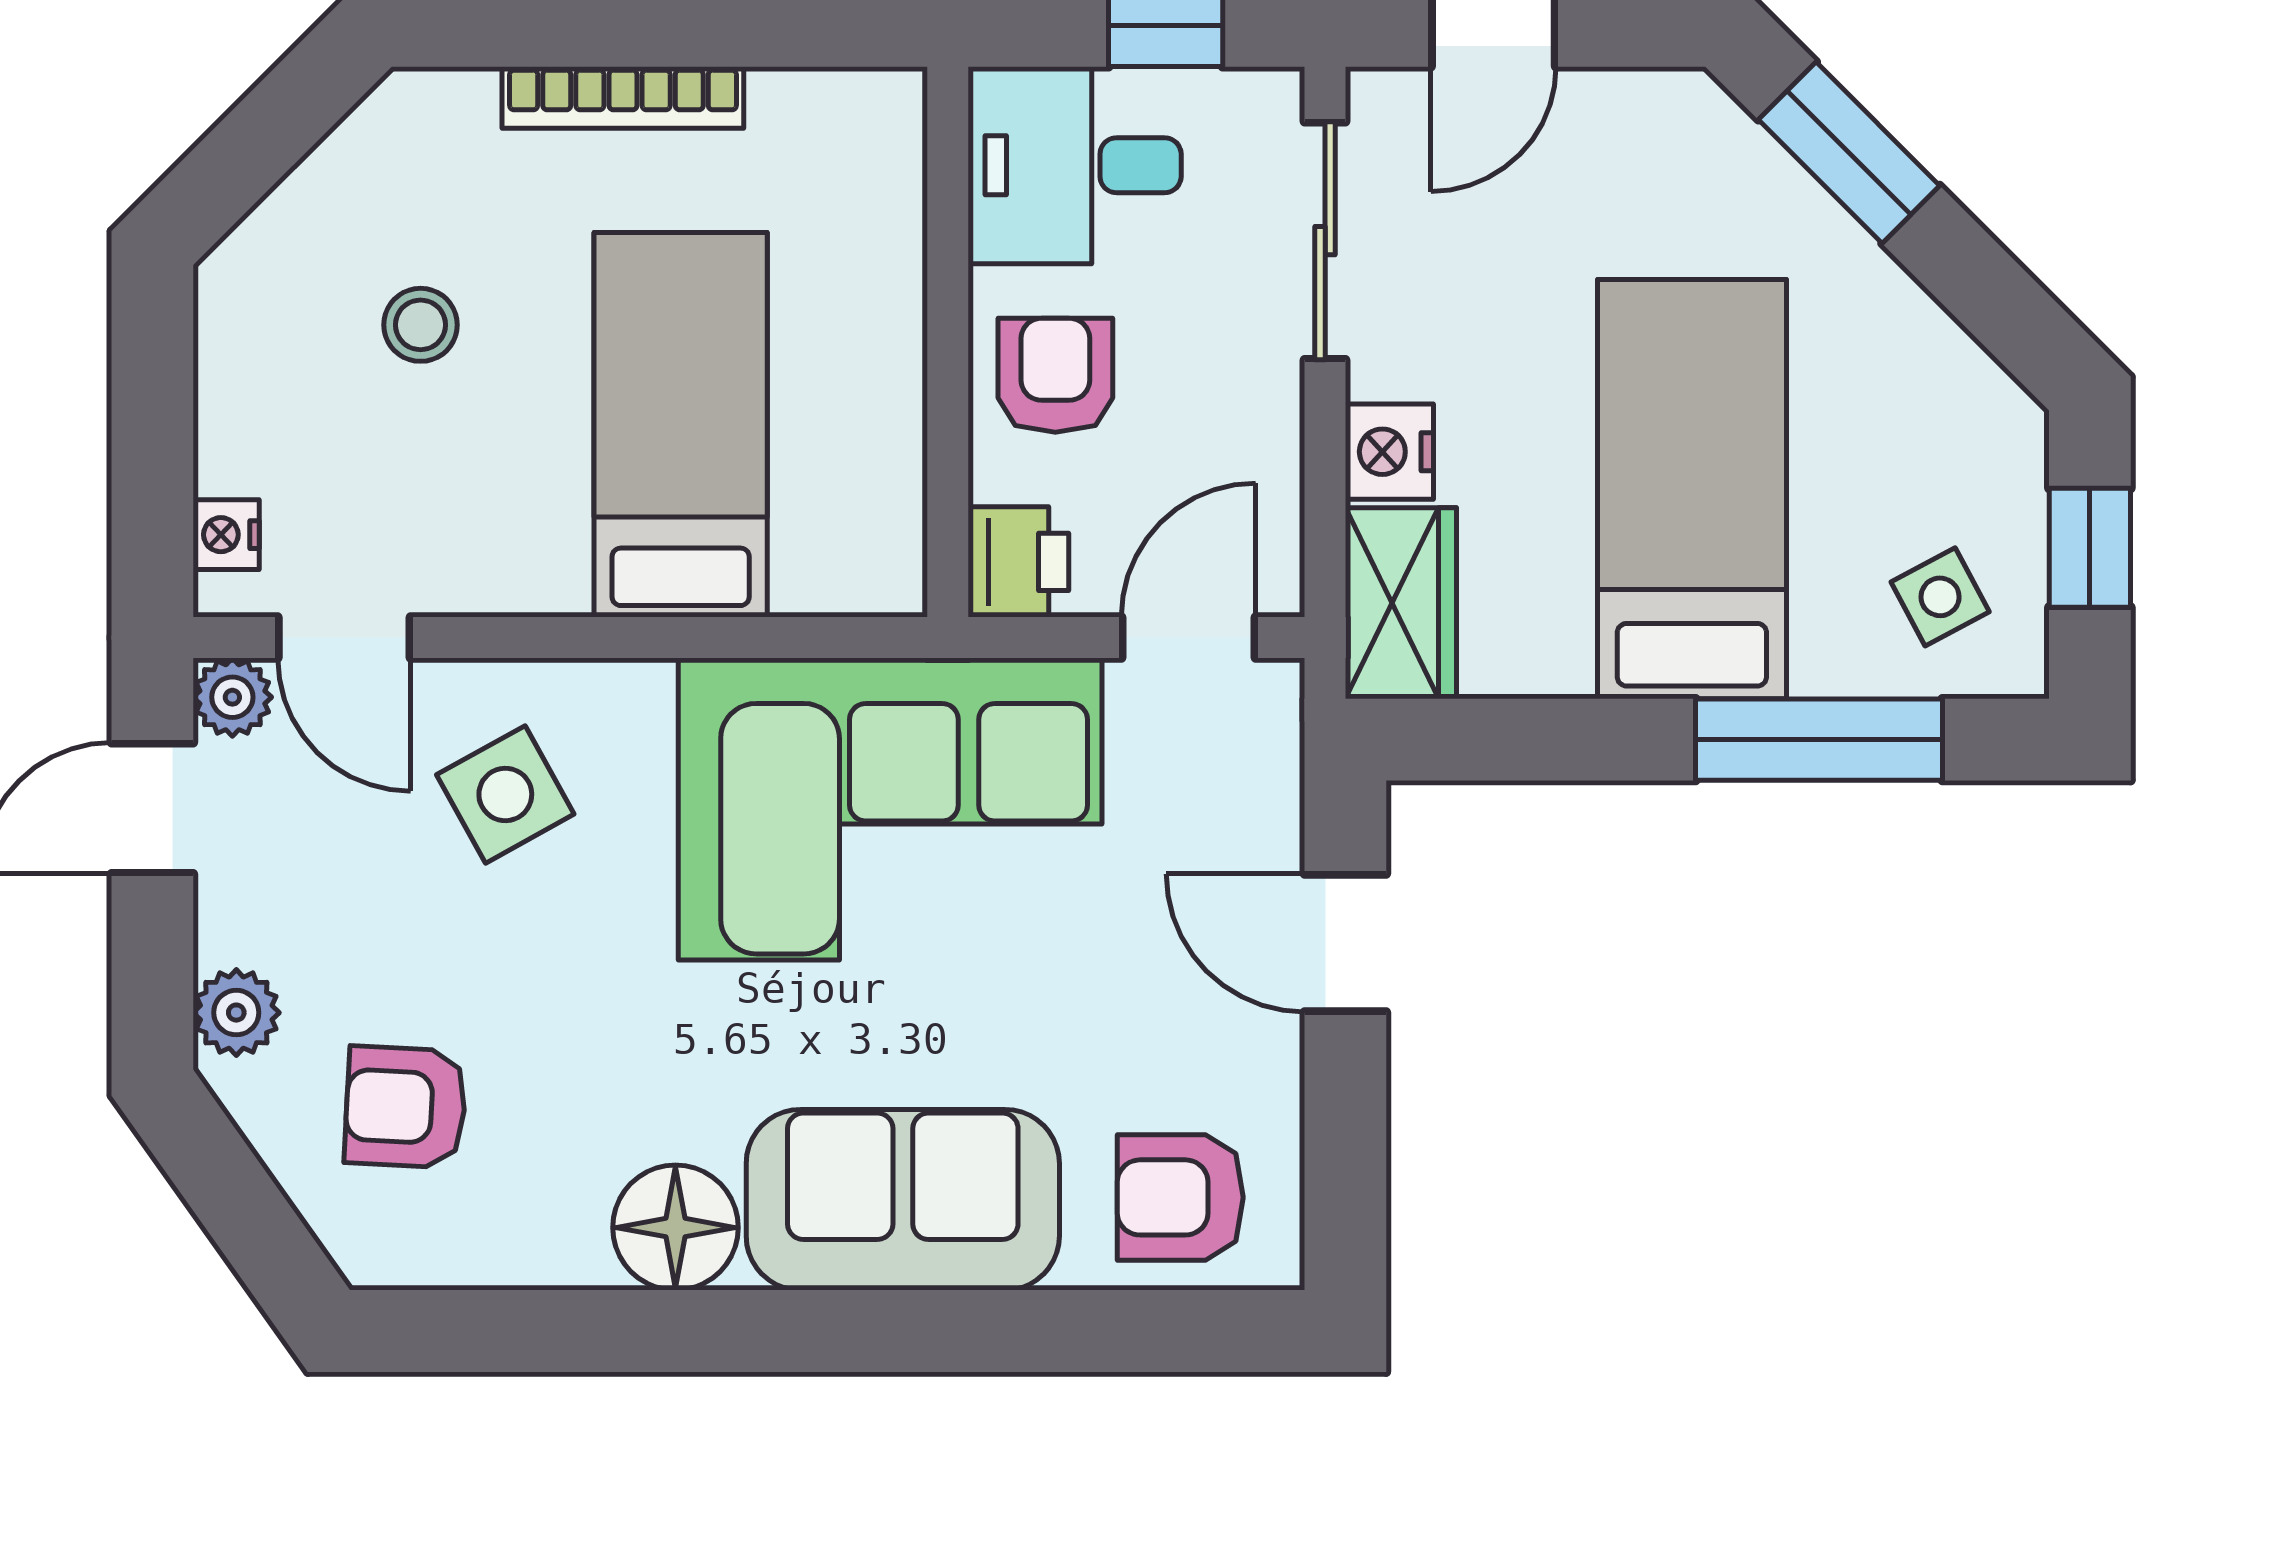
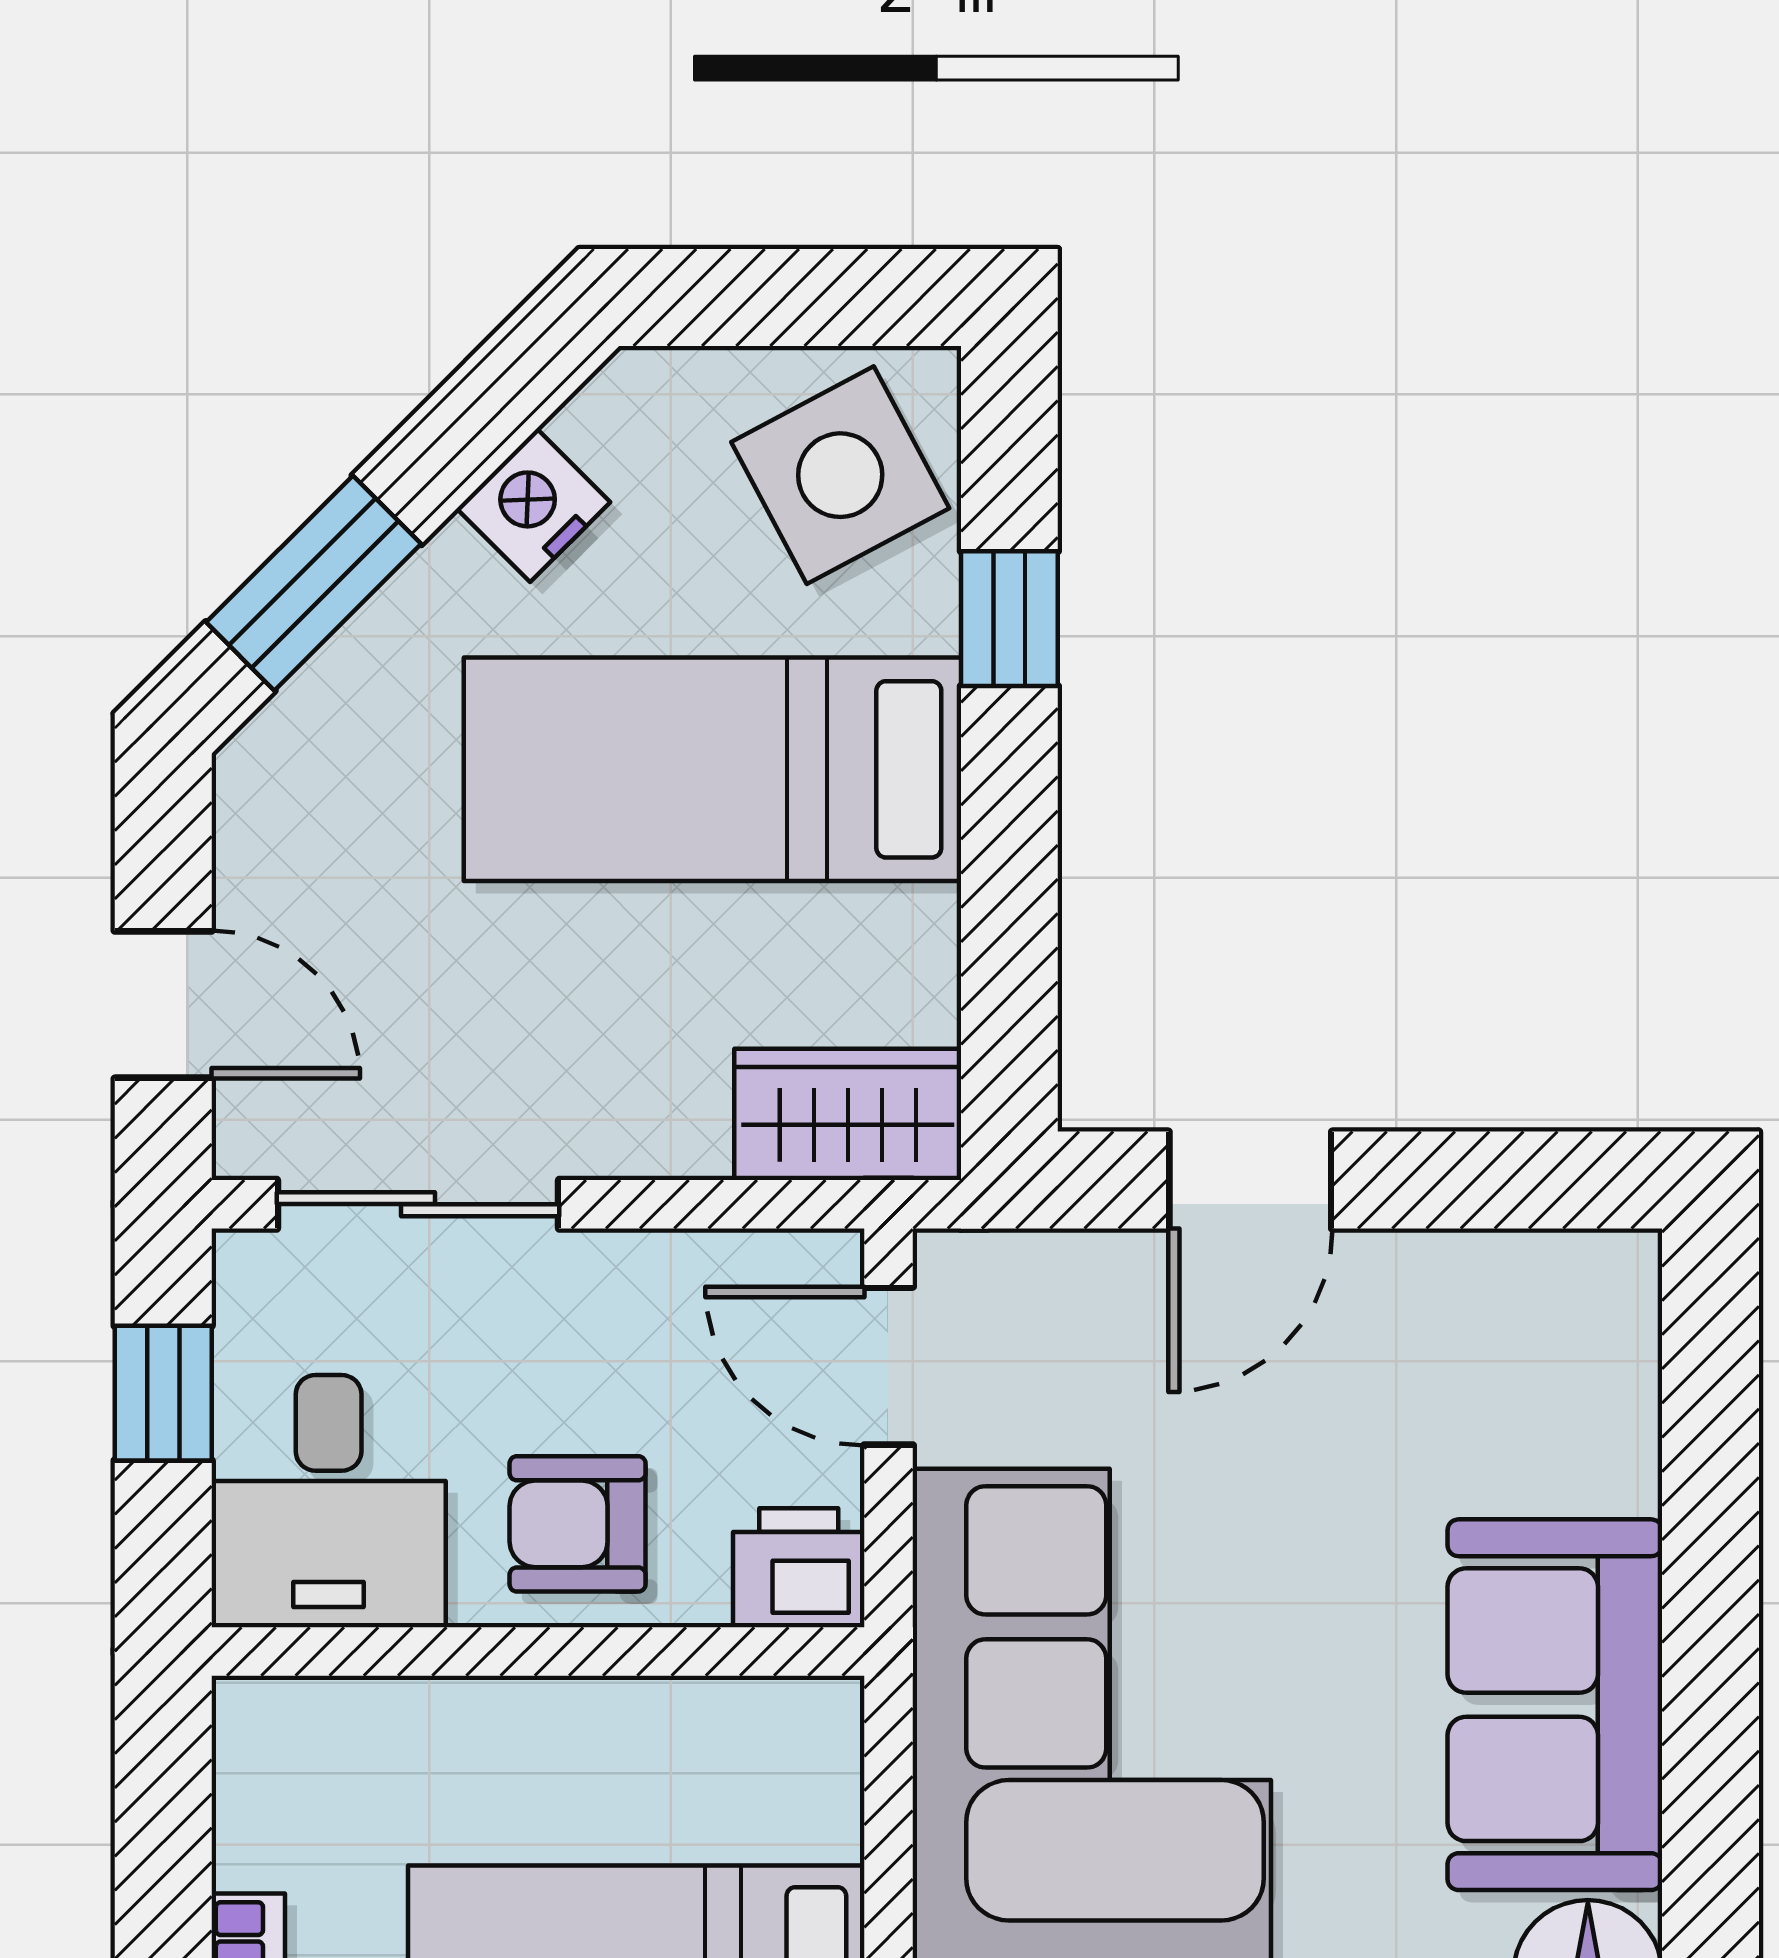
nightstand: (1389, 452) -> (533, 505), moved, turned 135
window: (2090, 548) -> (782, 298), removed
side table: (1940, 597) -> (840, 475), width x1.87, depth x1.87
window: (1819, 740) -> (1009, 619), width x0.46
armchair: (1180, 1197) -> (1552, 1376), removed

